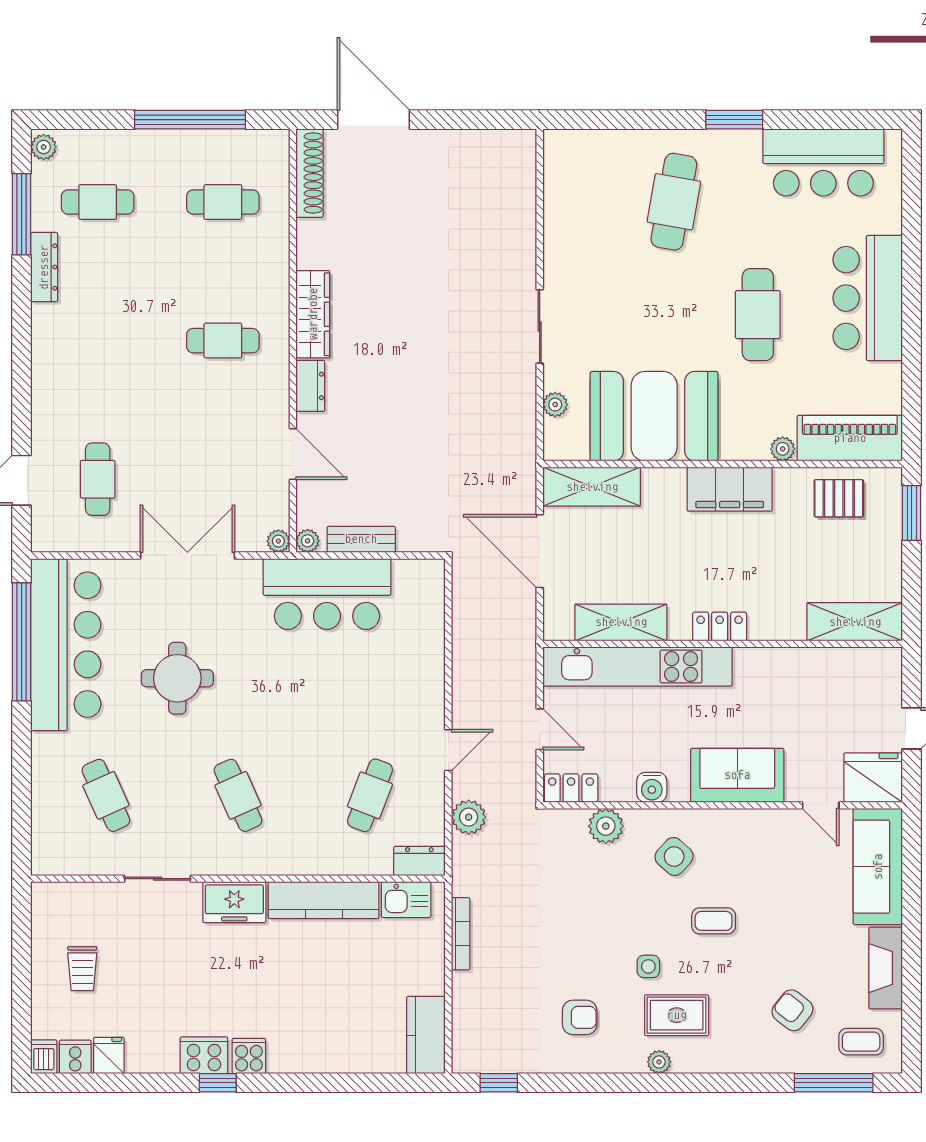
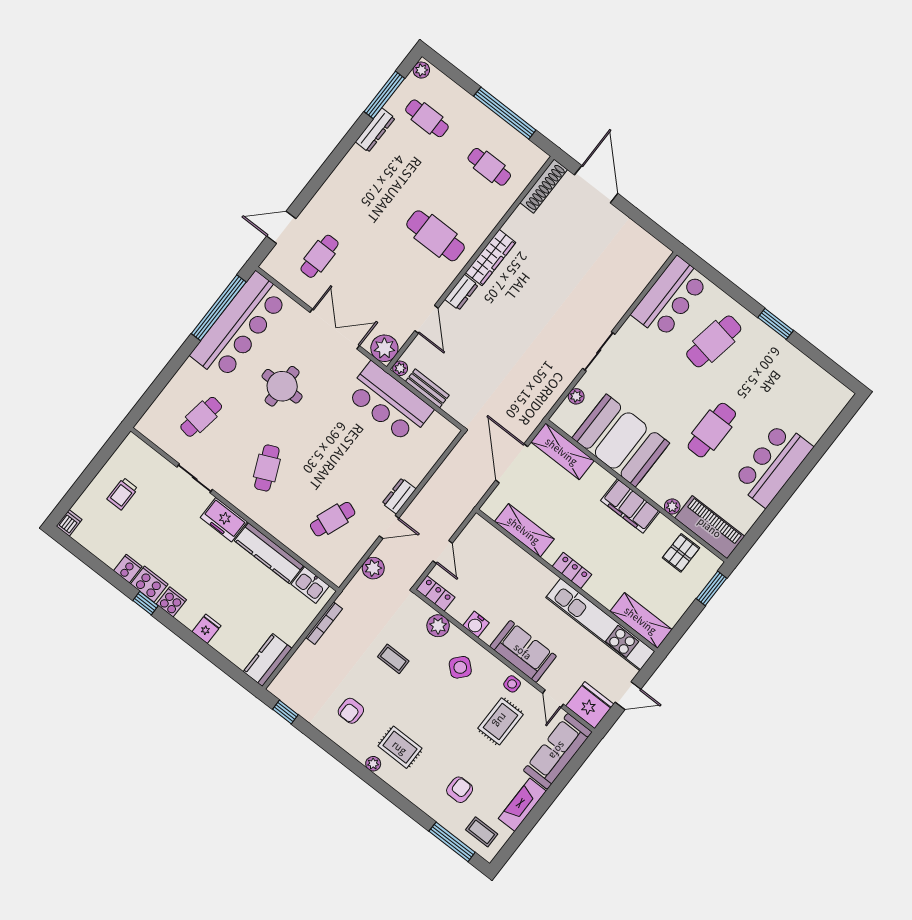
bar counter: (823, 162) -> (670, 297), moved, turned -90
cafe table: (223, 341) -> (436, 236), width x1.37, depth x1.35
pallet: (839, 498) -> (681, 553), turned 90
plant: (278, 541) -> (384, 348), width x1.87, depth x1.87
kitchen unit: (637, 667) -> (600, 625), moved
cafe table: (106, 795) -> (201, 417), turned 33
dresser: (419, 861) -> (399, 496), moved, turned -90
rug: (777, 885) -> (501, 721), added
coffee table: (714, 921) -> (393, 659), moved
side table: (648, 966) -> (512, 684), moved
armchair: (793, 1010) -> (460, 790), turned 52
armchair: (580, 1017) -> (351, 711), turned 90
fridge: (109, 1055) -> (206, 629), moved
cooker: (75, 1057) -> (128, 569), moved

